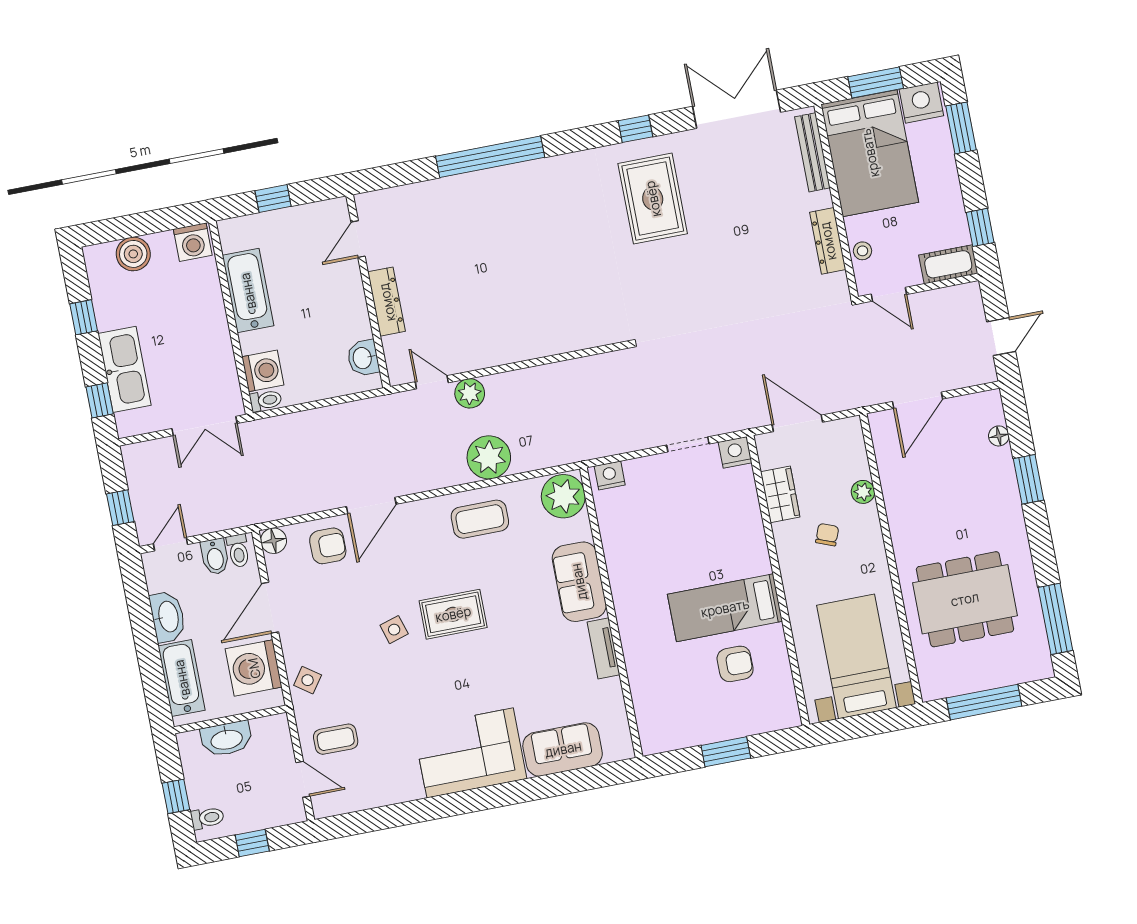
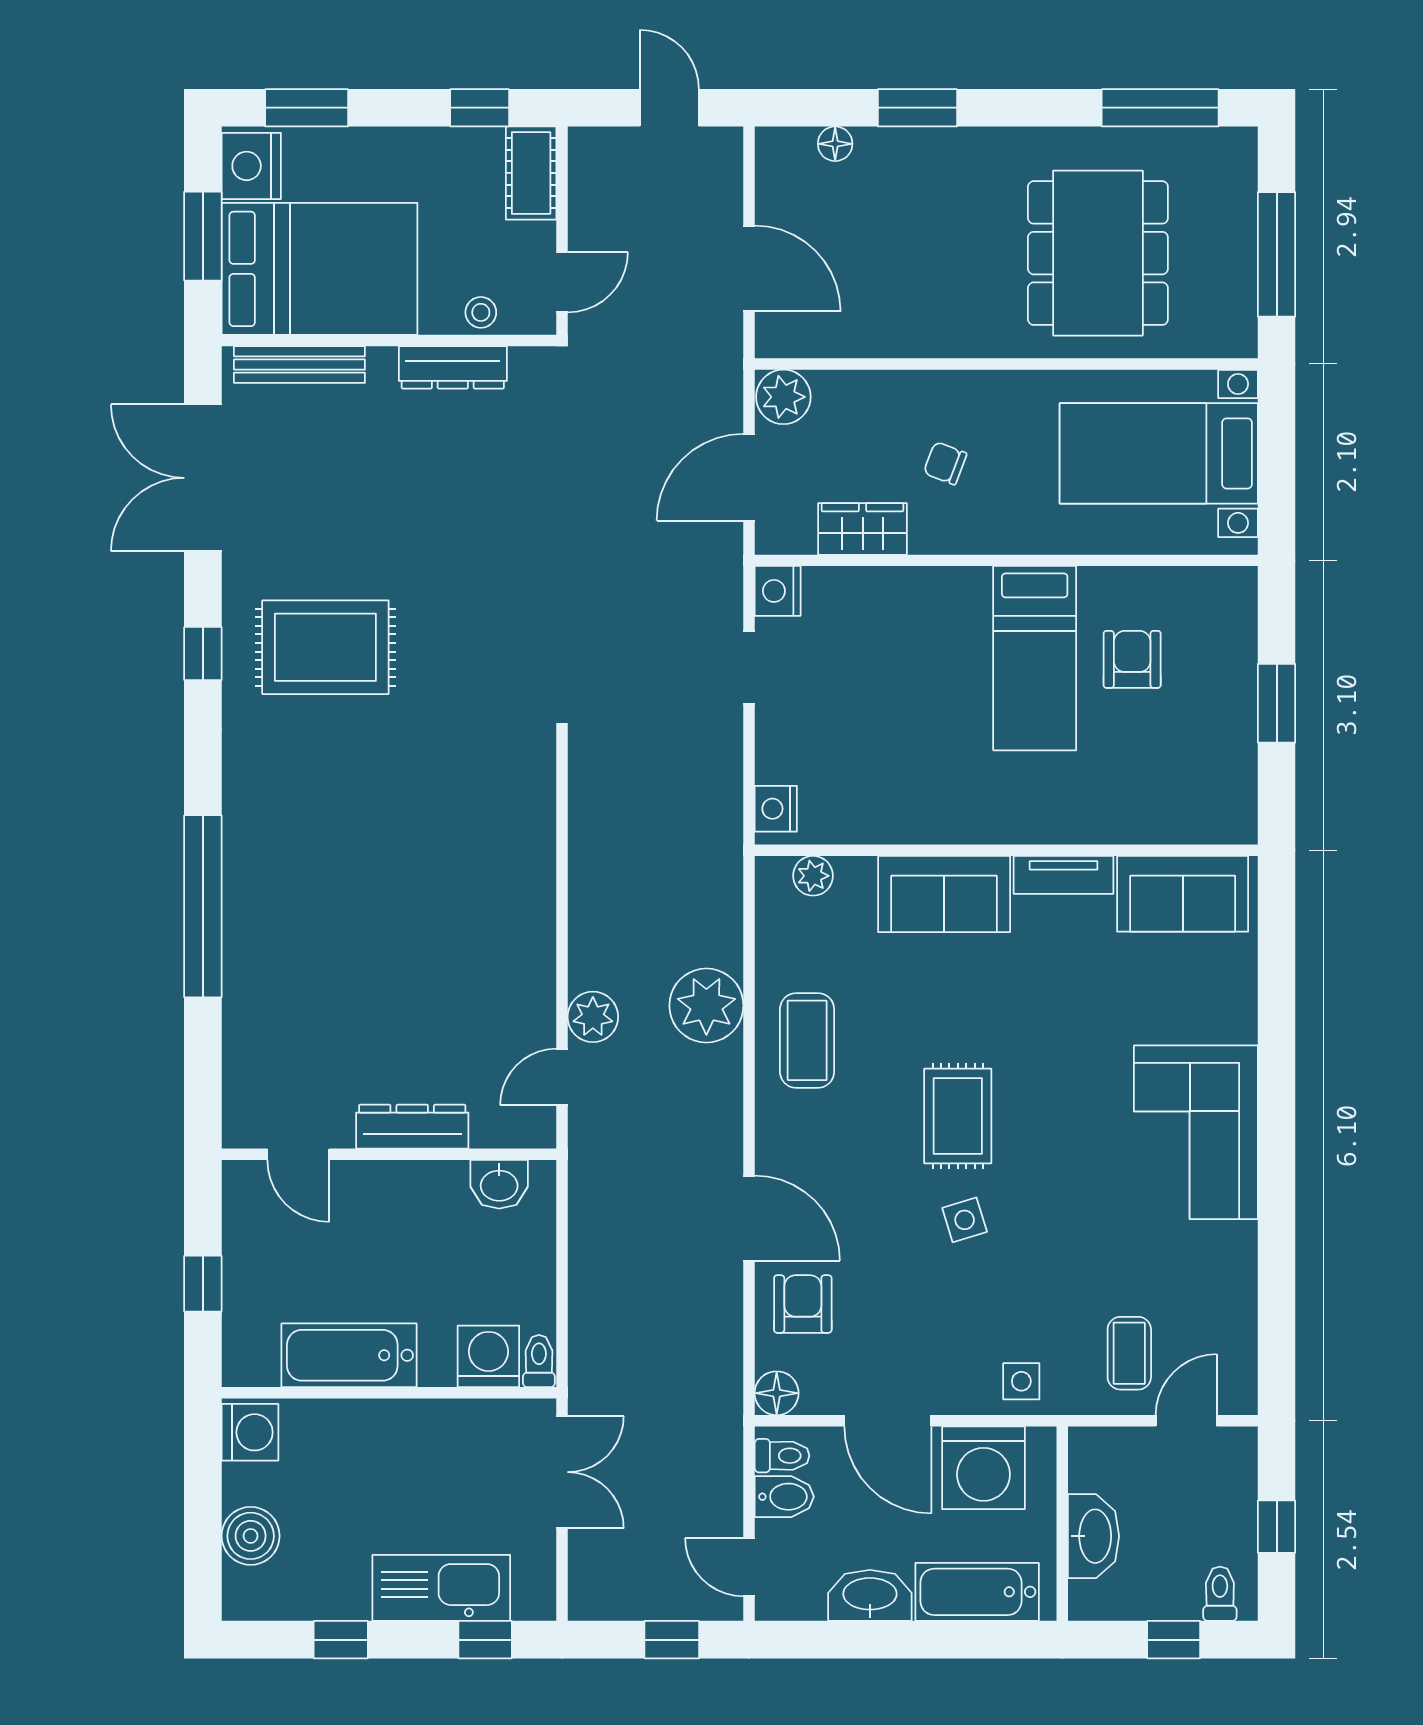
plant: (863, 492) -> (783, 397), moved, width x1.38, depth x1.38
plant: (563, 496) -> (813, 876), width x0.53, depth x0.53
side table: (308, 680) -> (1021, 1381), turned -35
sofa: (563, 749) -> (1183, 894), moved, turned -90

